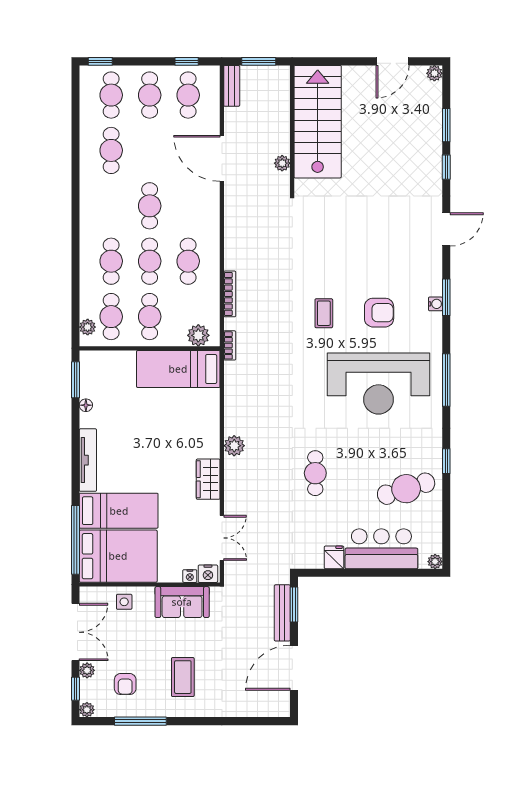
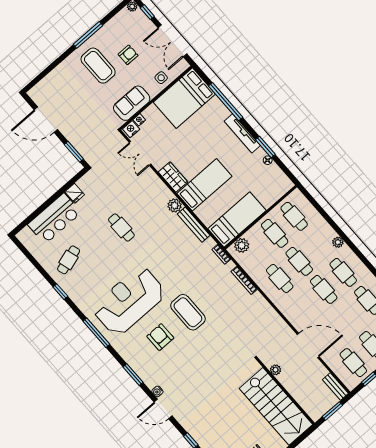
door: (446, 229) -> (163, 409), hinge flipped
cafe table: (111, 261) -> (343, 272), moved
water cooler: (435, 304) -> (157, 391), moved
coffee table: (324, 313) -> (188, 312), width x1.86, depth x1.72
armchair: (379, 313) -> (160, 337), turned 90
plant: (88, 327) -> (338, 242), moved
window: (75, 380) -> (265, 147), moved
cafe table: (406, 489) -> (69, 260), width x0.73, depth x0.74
bed: (119, 511) -> (204, 185), moved, turned 180
window: (75, 540) -> (226, 102), moved
plant: (435, 562) -> (22, 236), removed
bench: (282, 613) -> (194, 225), moved
door: (294, 668) -> (46, 120), swing flipped
plant: (87, 670) -> (150, 27), removed
coffee table: (183, 677) -> (98, 66), width x1.36, depth x1.32
armchair: (125, 684) -> (128, 55), moved, turned 90
window: (140, 721) -> (88, 35), moved

